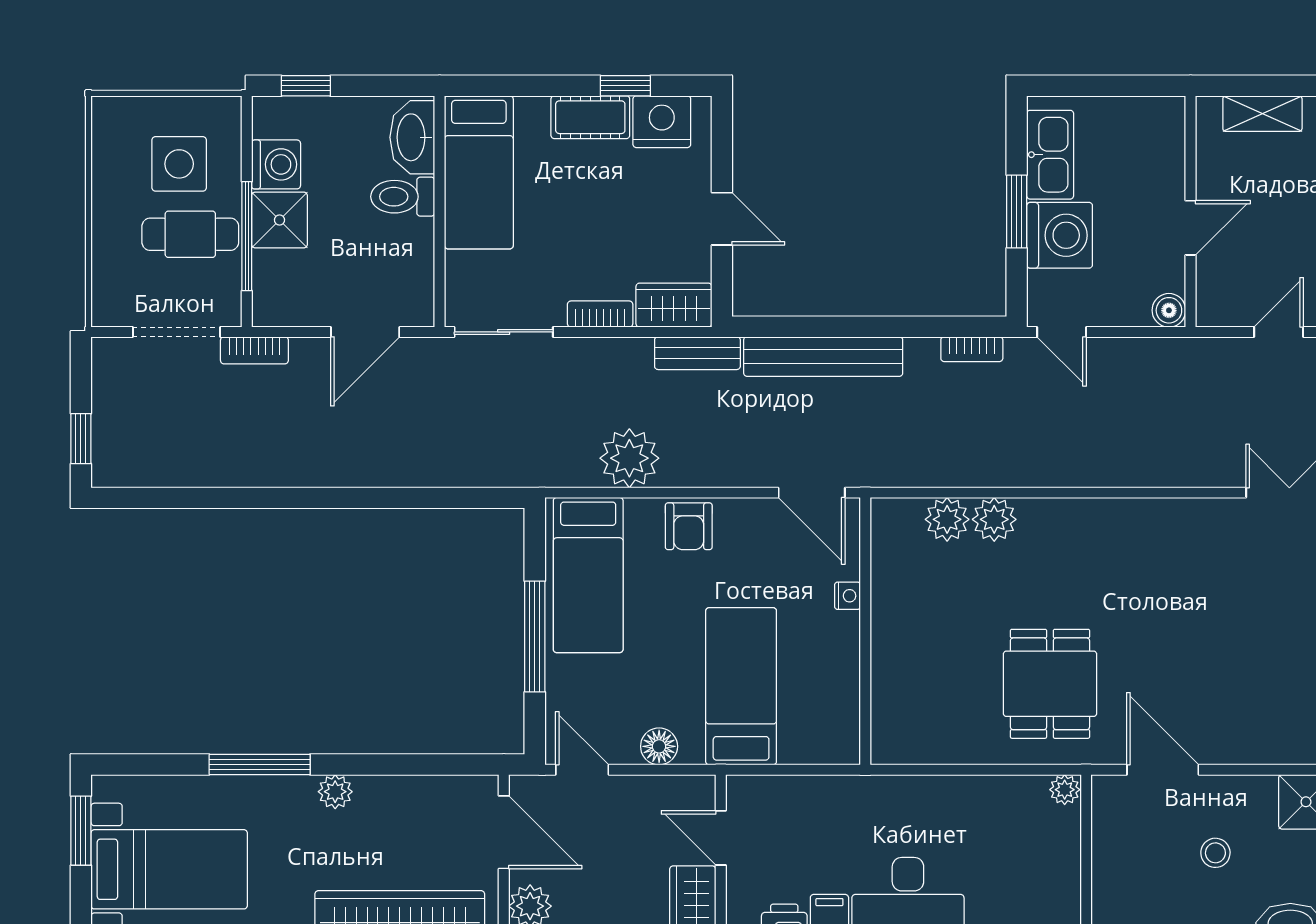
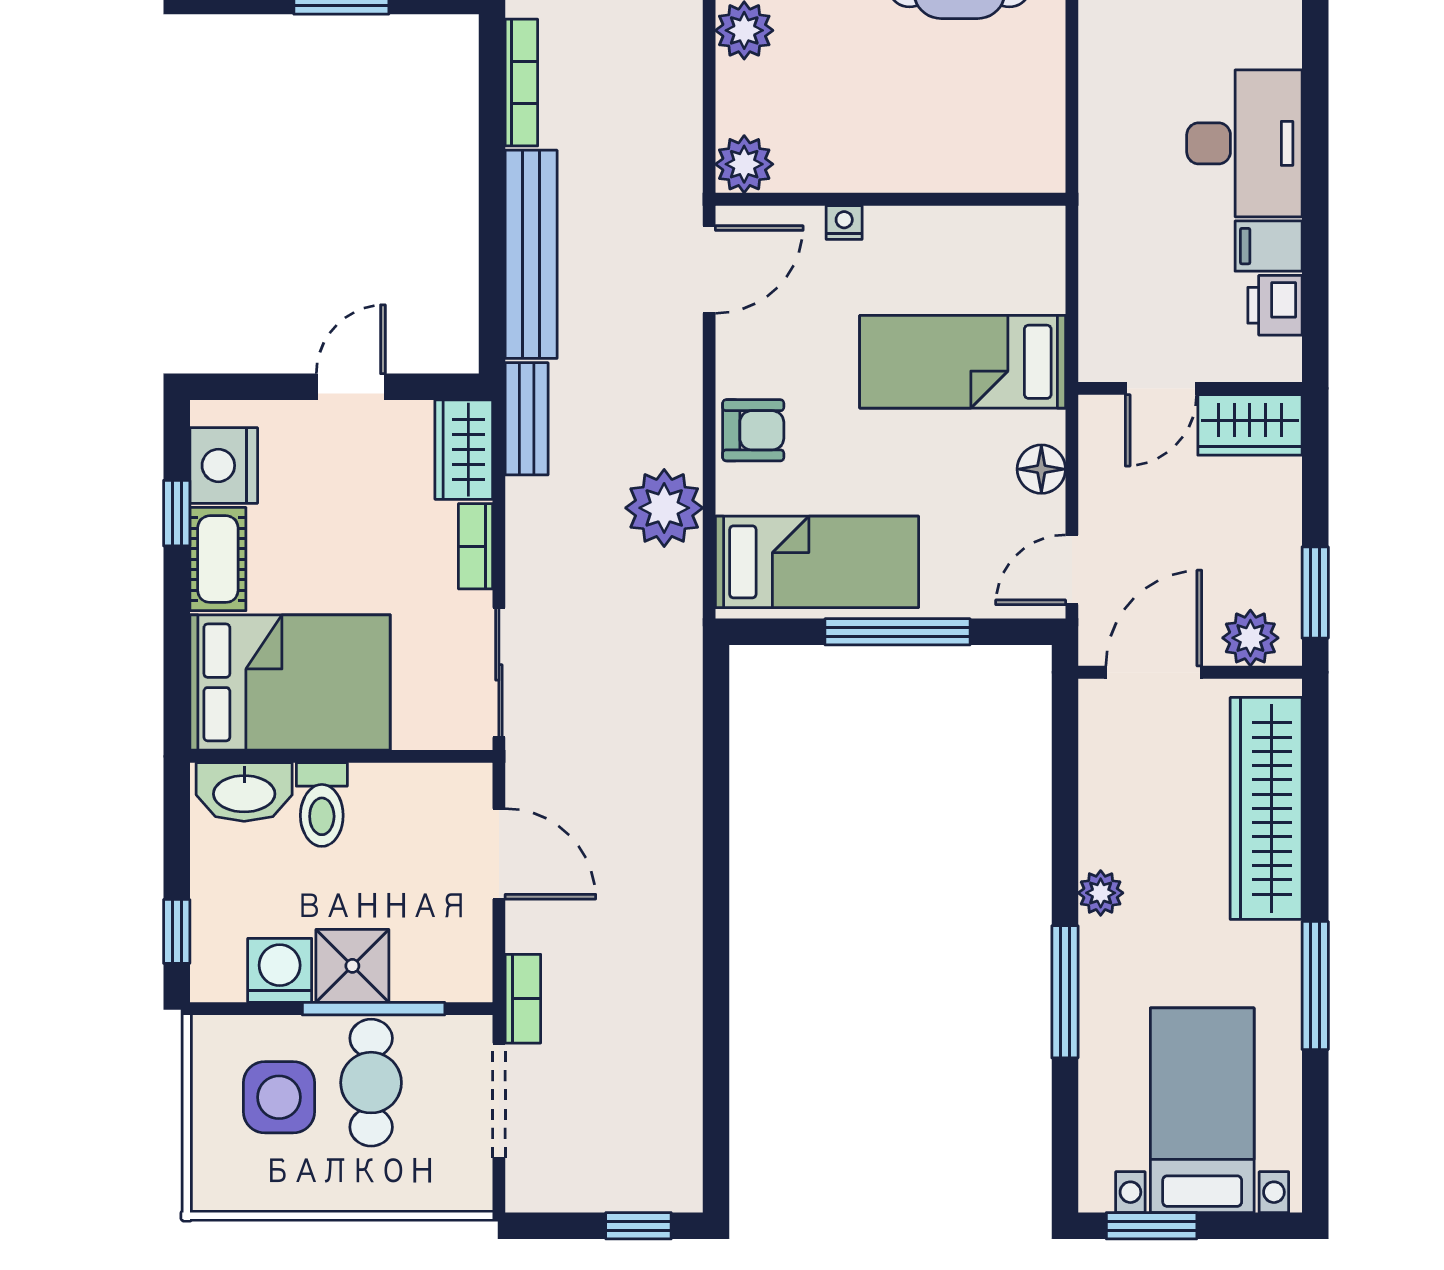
bed: (479, 172) -> (290, 682), width x1.50
bookcase: (972, 349) -> (521, 83), width x1.56
plant: (947, 519) -> (744, 164), moved

